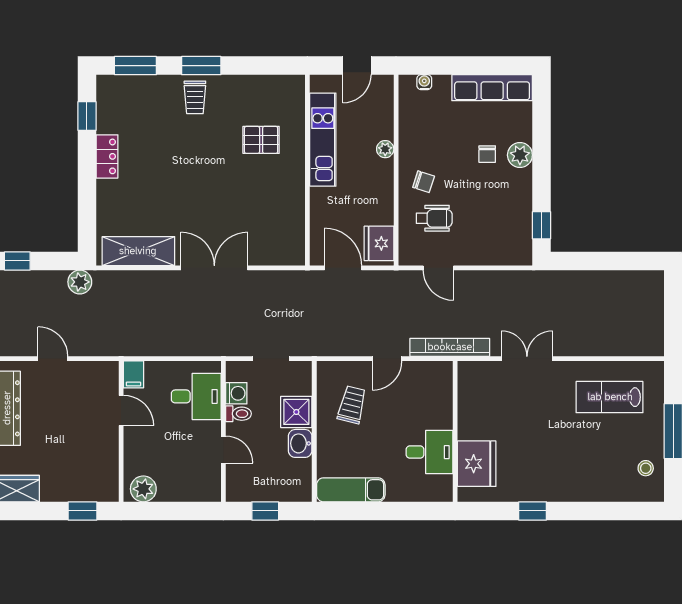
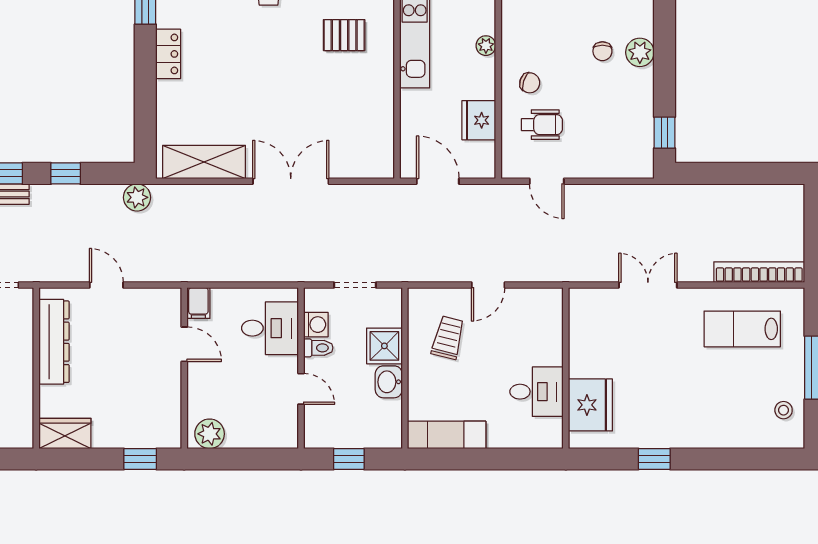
fridge: (379, 243) -> (479, 120), moved
bookcase: (450, 347) -> (759, 272), moved

